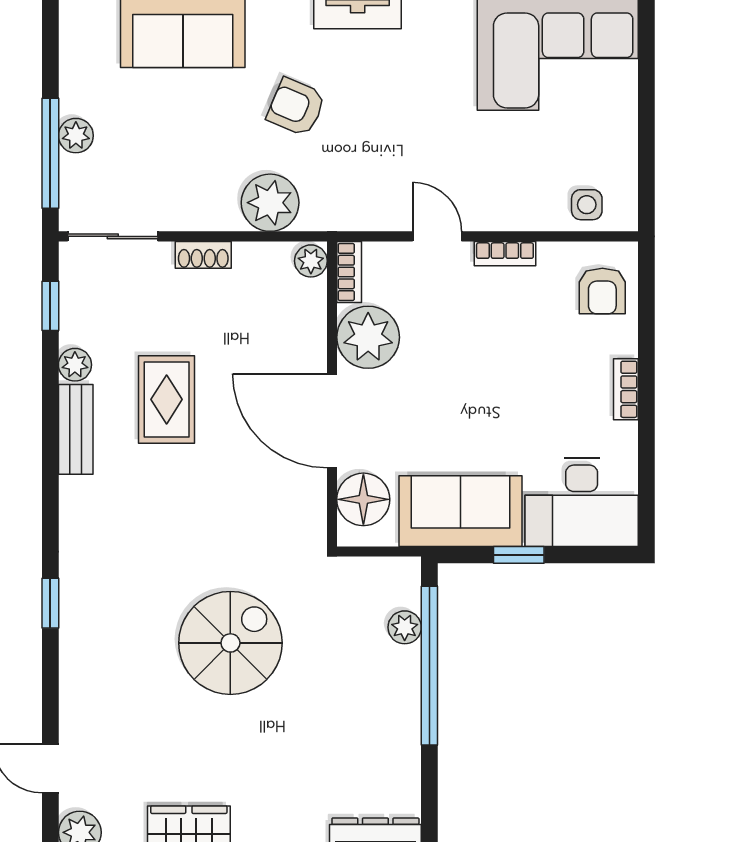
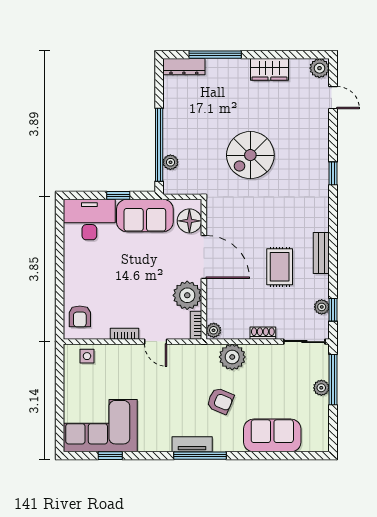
armchair: (602, 291) -> (80, 316), turned 180
plant: (75, 365) -> (322, 307), moved
bookcase: (626, 389) -> (69, 271), removed

